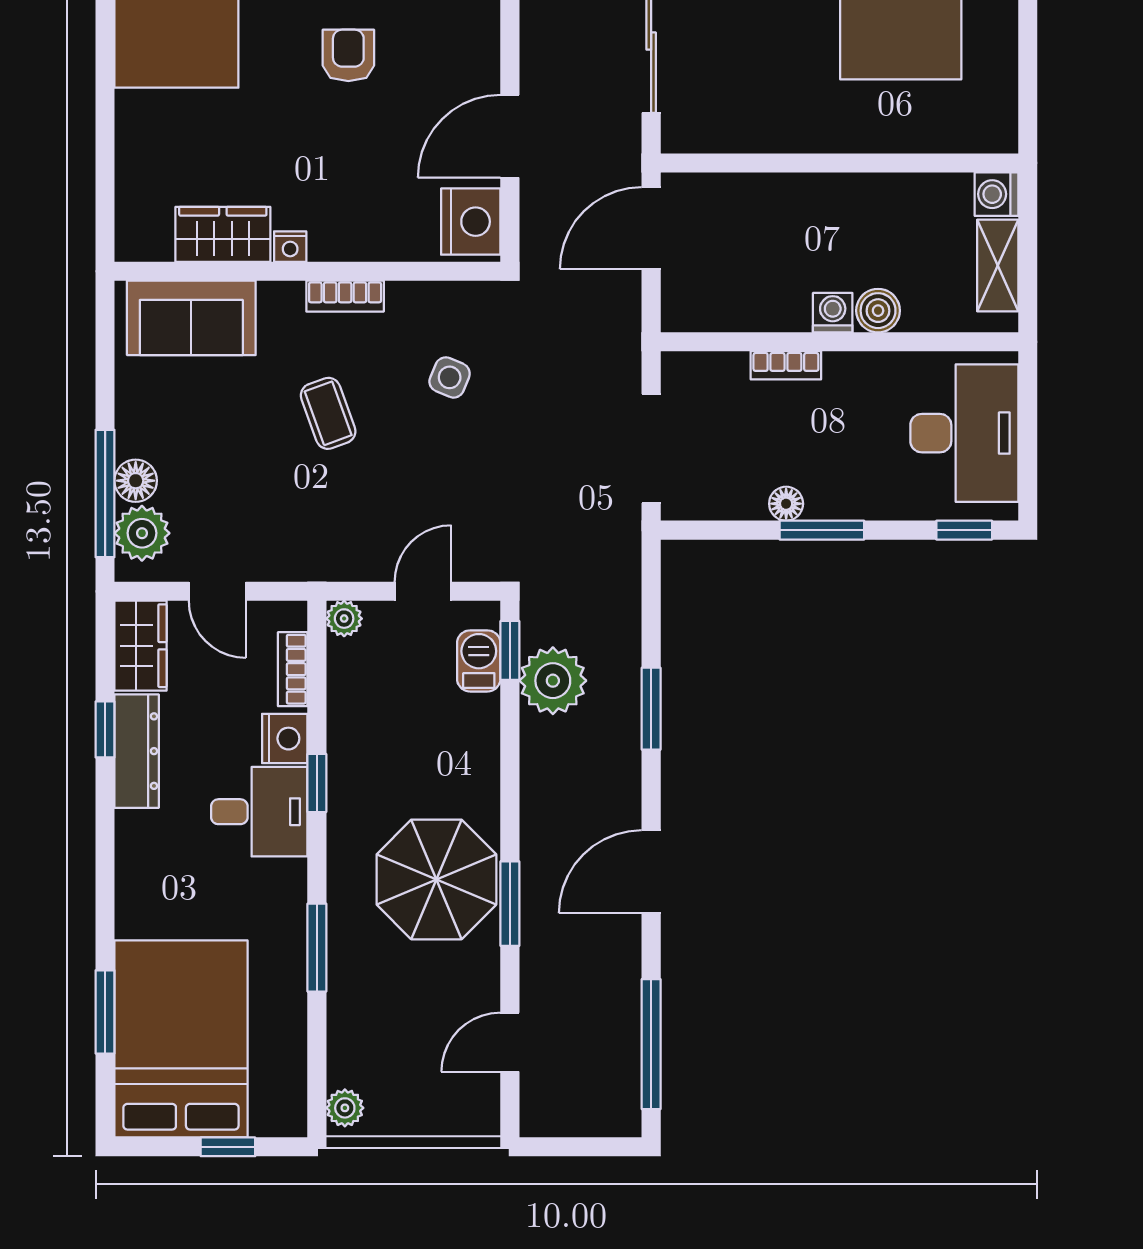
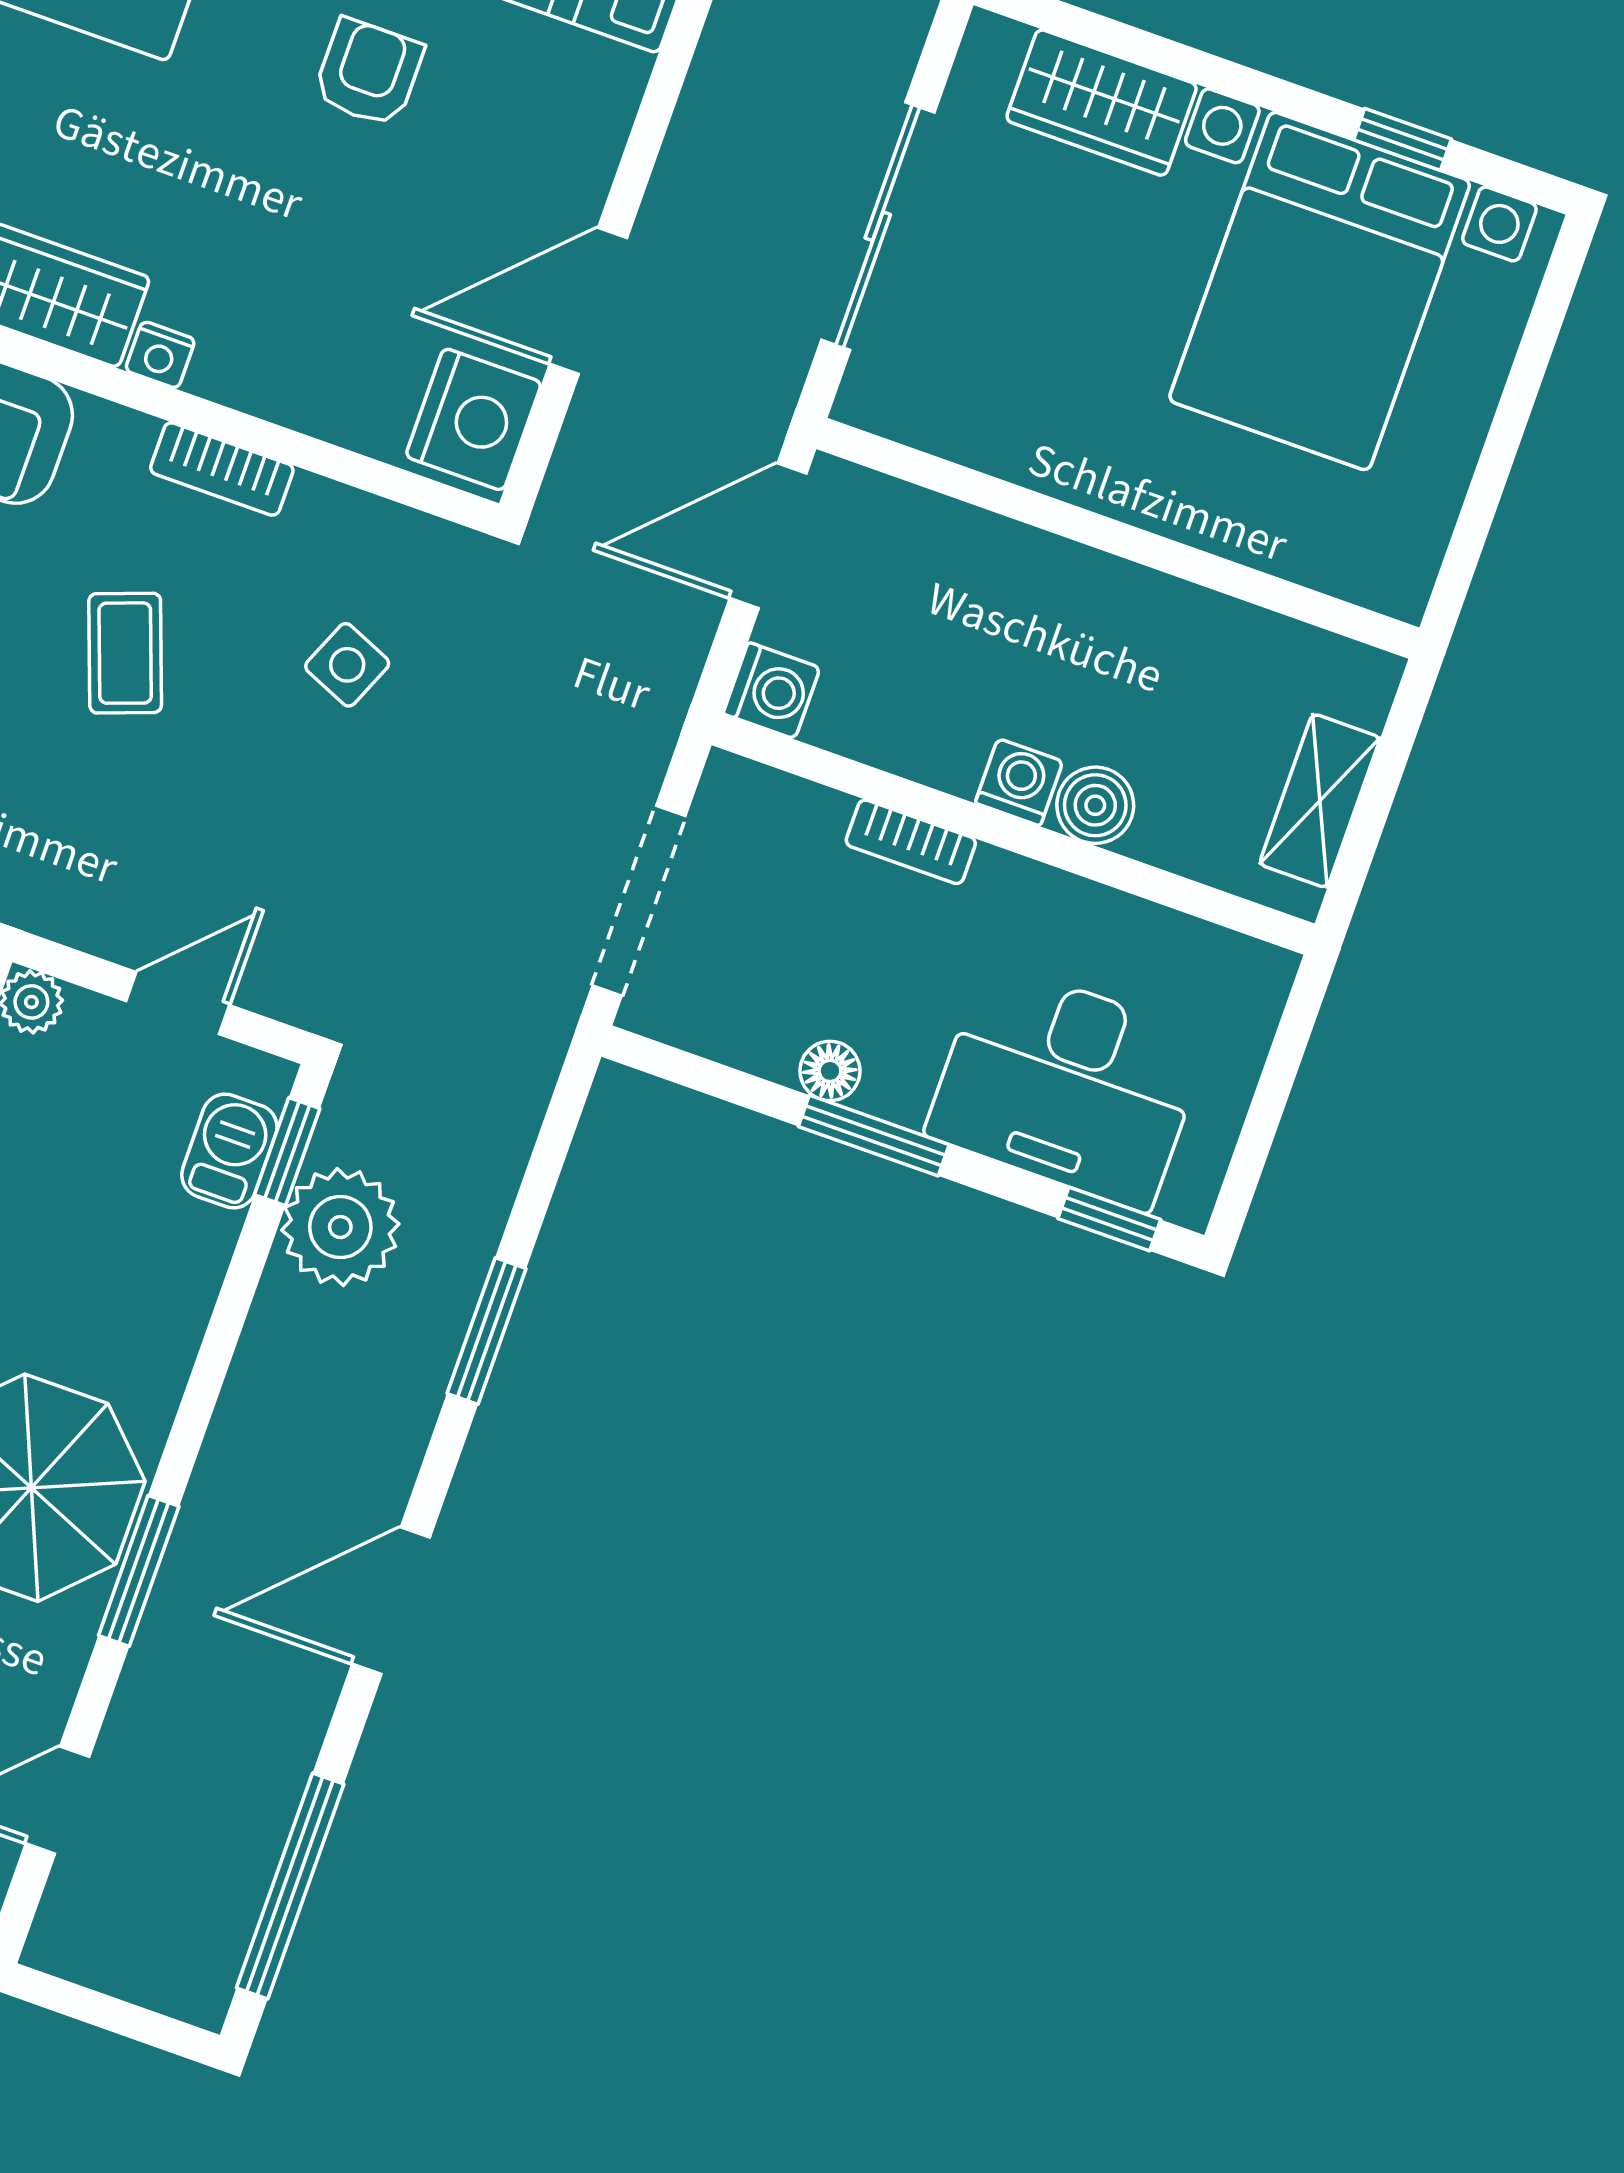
washing machine: (997, 194) -> (771, 691), moved, turned 180
desk: (964, 433) -> (1067, 1086), moved, turned 90

